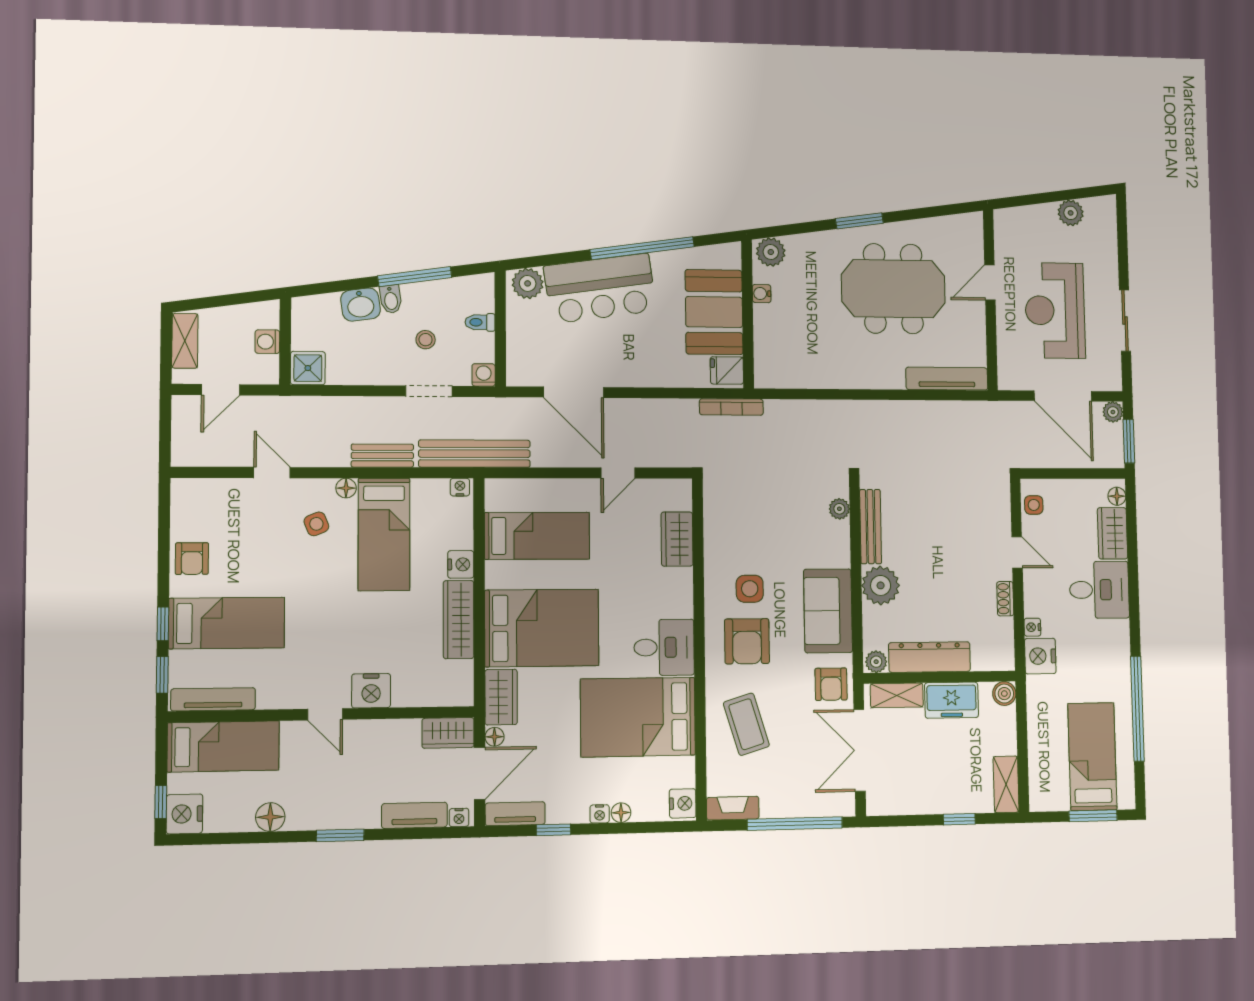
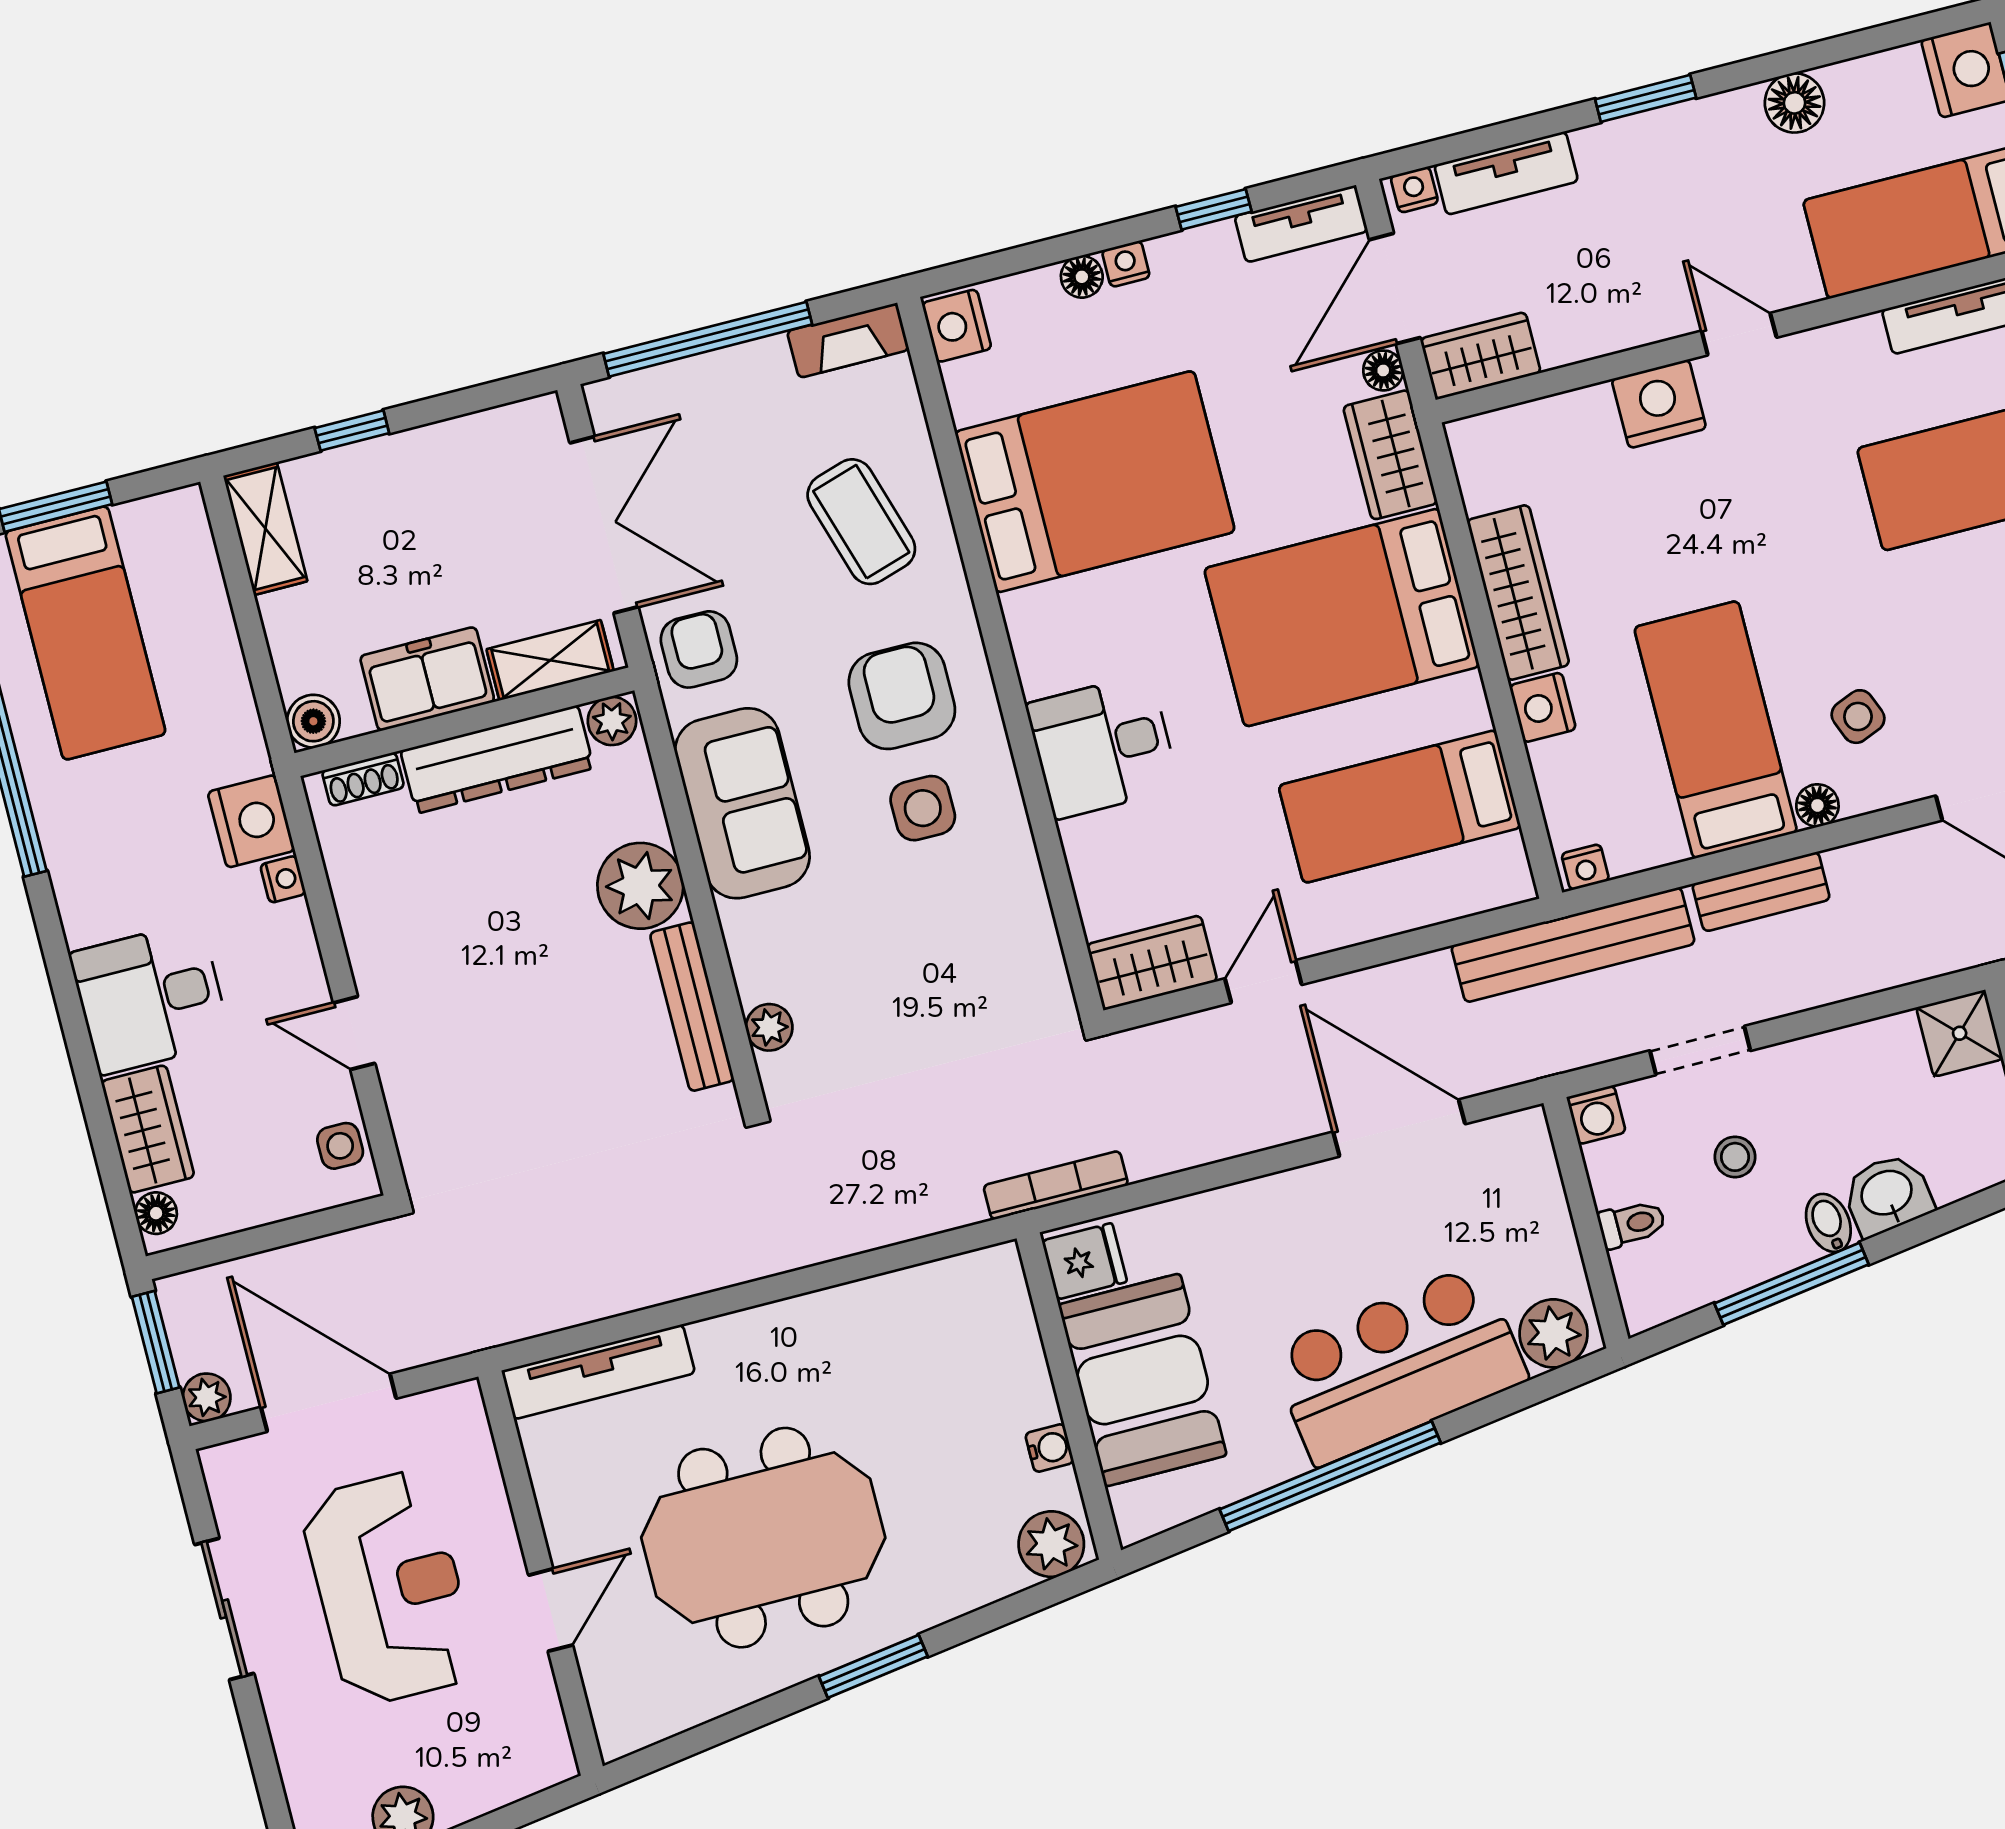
wardrobe: (677, 539) -> (1152, 963), moved, turned -90
shoe rack: (1005, 599) -> (363, 779), moved, turned 90
desk: (664, 647) -> (1103, 746), moved

